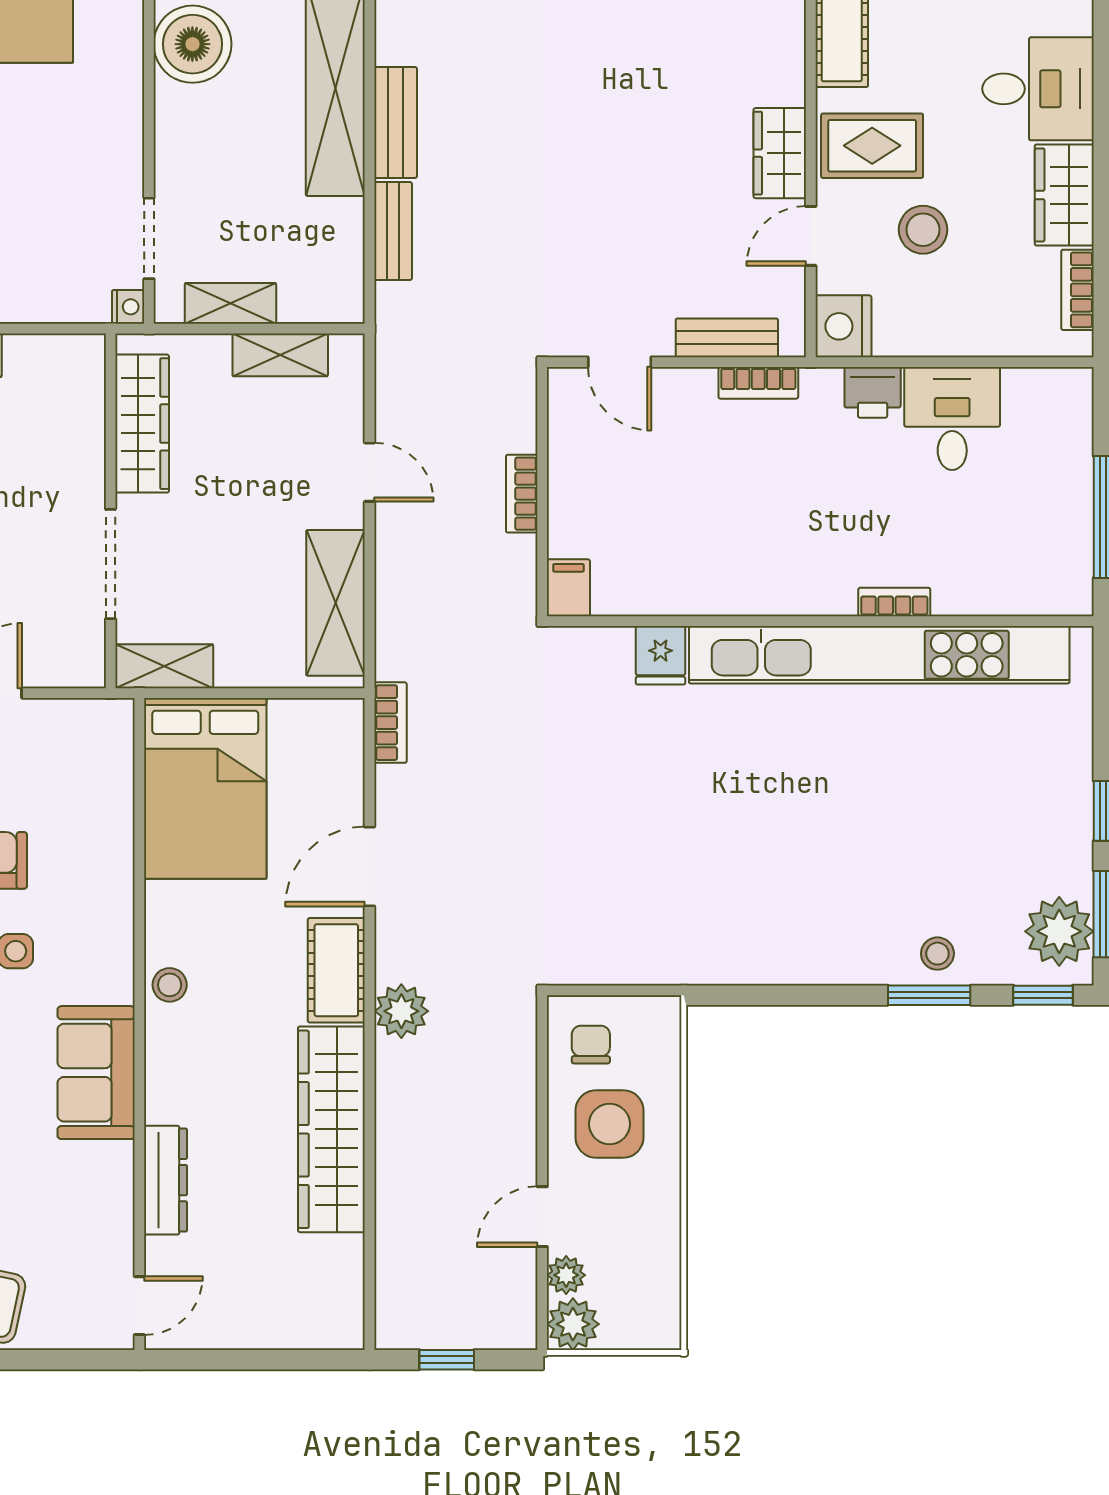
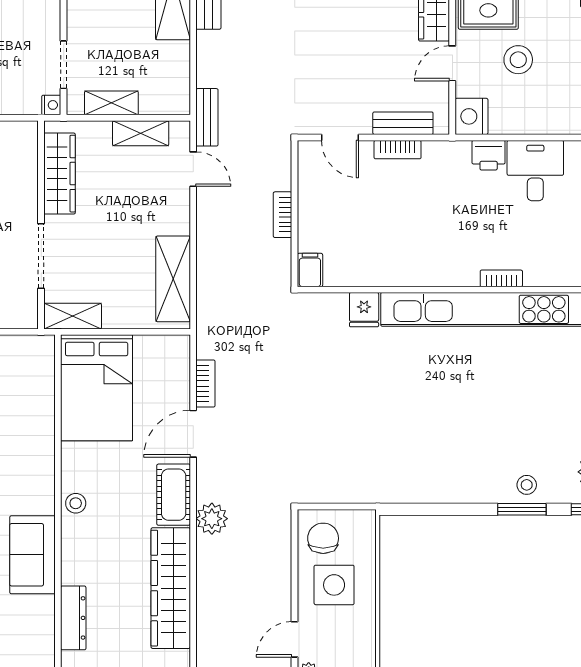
bench: (393, 231) -> (207, 117), moved
bookcase: (758, 383) -> (398, 150), moved
door: (370, 472) -> (193, 169), moved
bookcase: (390, 723) -> (205, 383), moved
chair: (591, 1045) -> (323, 538), width x1.37, depth x1.37

